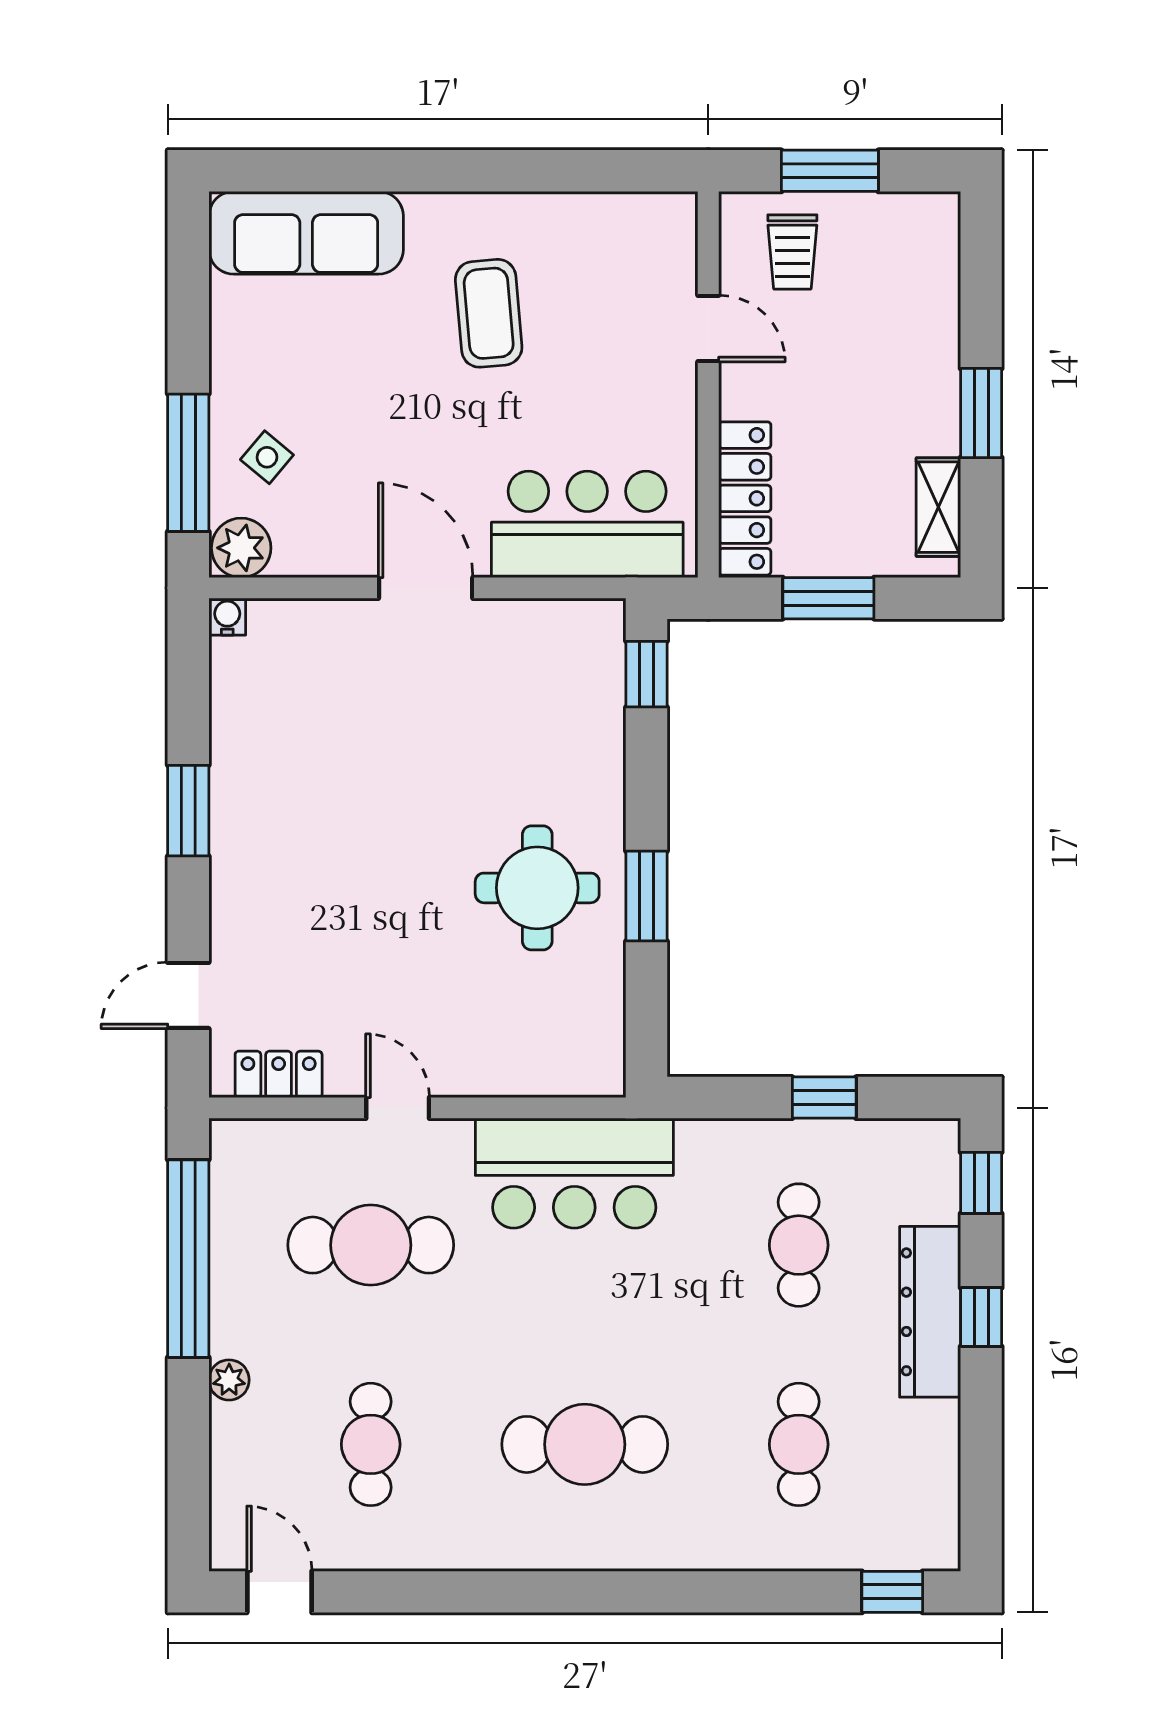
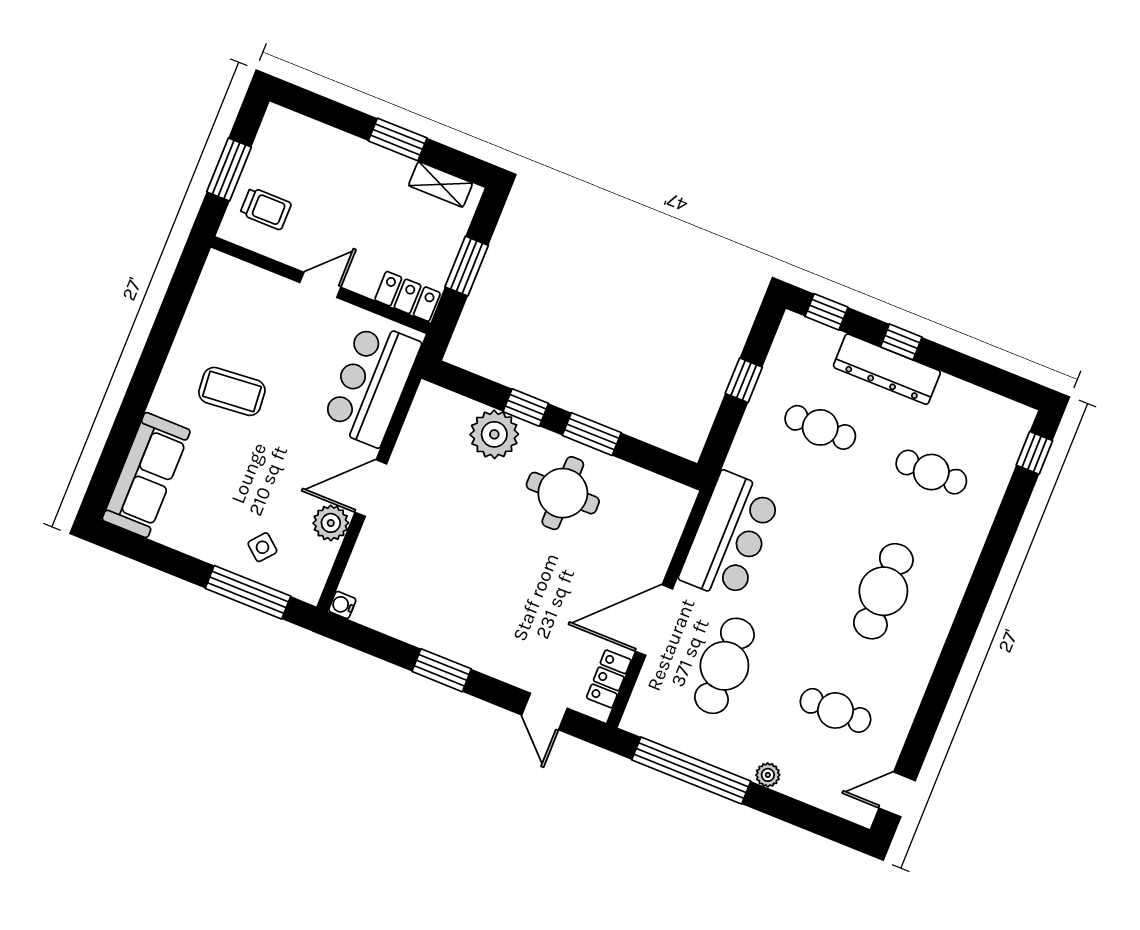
door: (708, 329) -> (320, 285), moved
locker: (745, 498) -> (408, 296), width x0.66
plant: (241, 548) -> (331, 523), moved
window: (646, 674) -> (526, 407), moved
plant: (585, 746) -> (494, 434), added
door: (398, 1108) -> (654, 620), width x1.87

